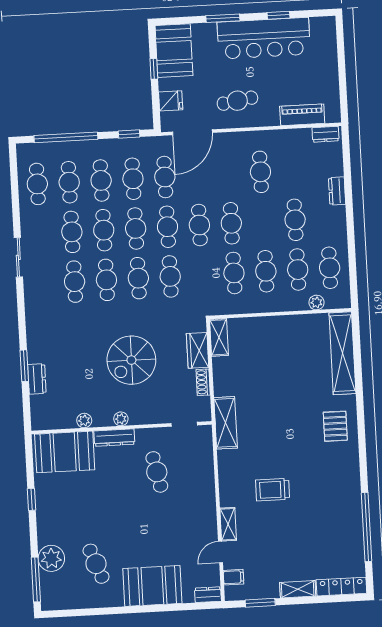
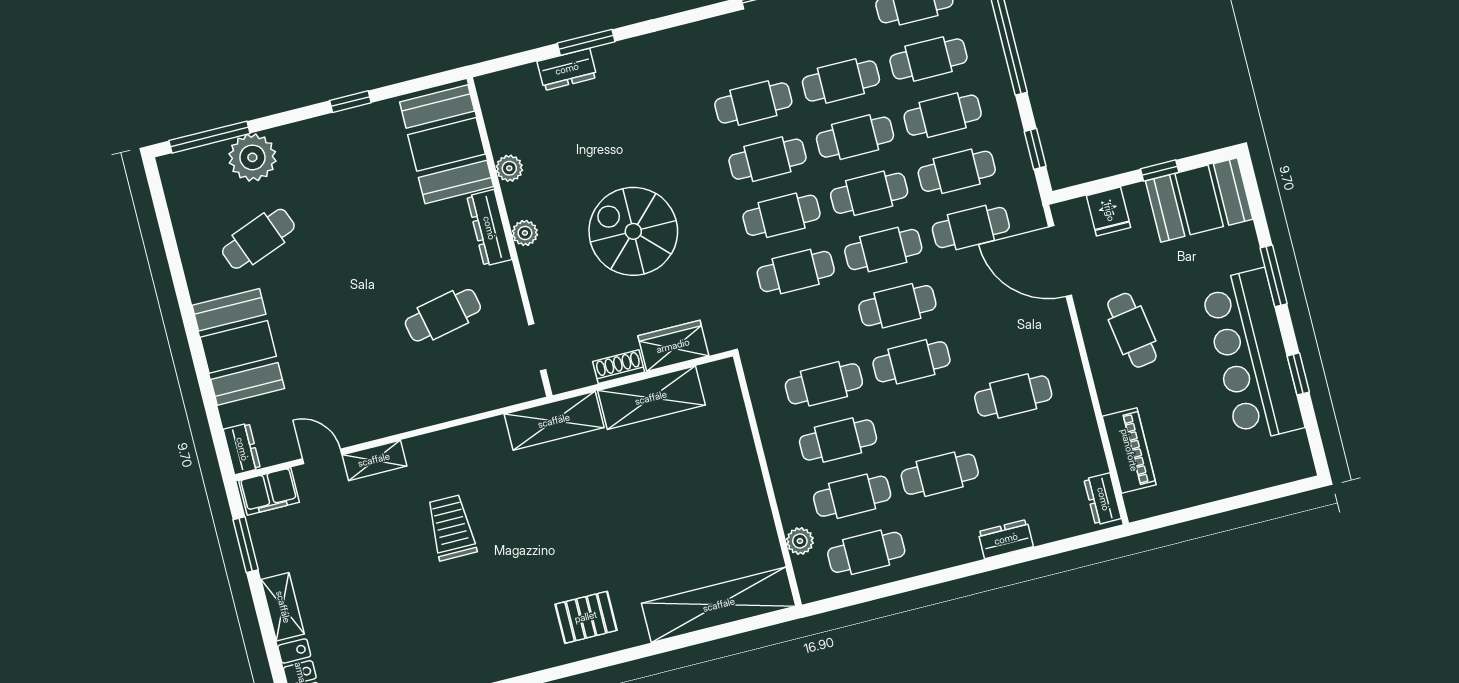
shelving: (219, 337) -> (651, 398), moved, width x1.50, depth x1.33
filing cabinet: (233, 577) -> (269, 491), width x2.00

